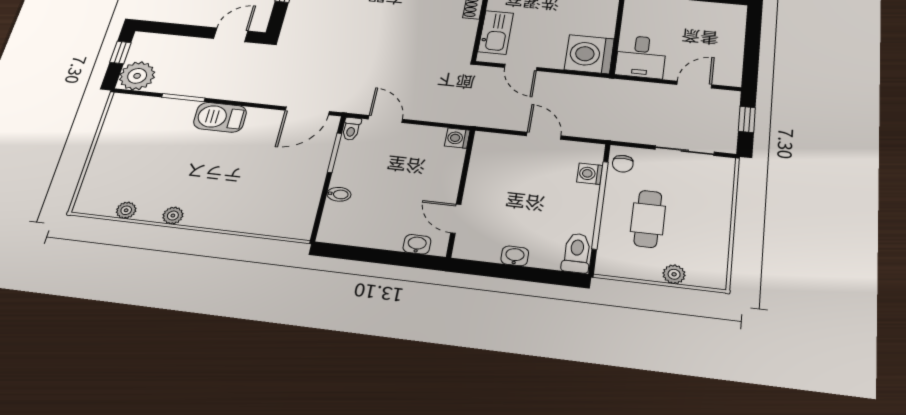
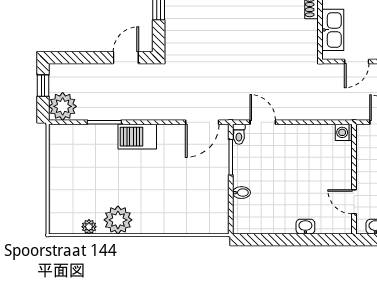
door: (521, 67) -> (357, 61), hinge flipped
washing machine: (457, 138) -> (344, 132), moved
wall: (461, 192) -> (354, 179), moved
plant: (173, 216) -> (118, 220), width x1.87, depth x1.87
door: (456, 219) -> (354, 202), moved

